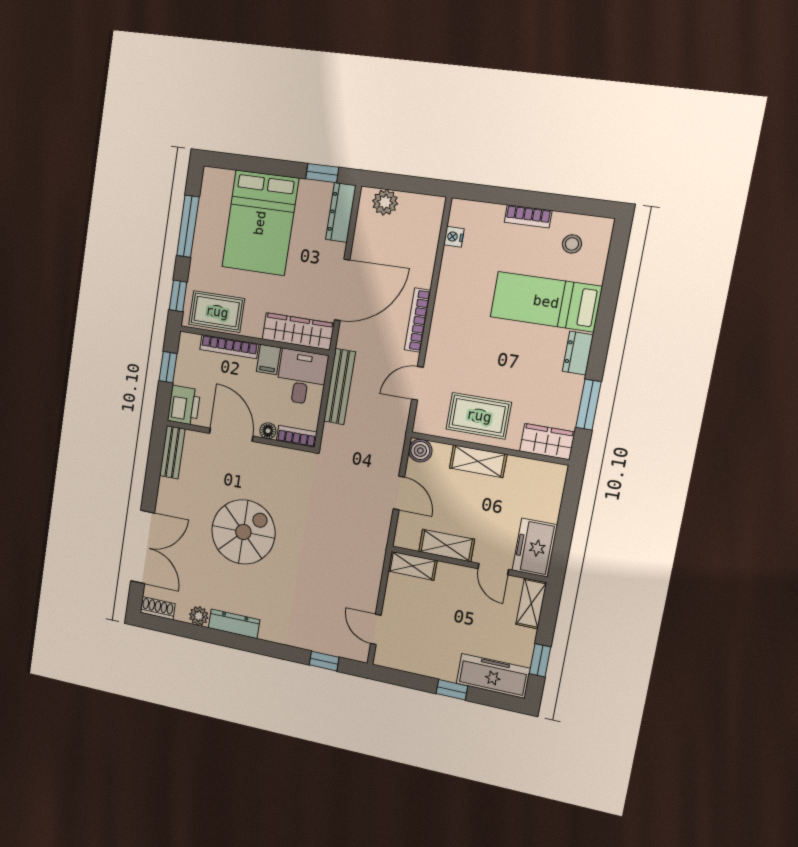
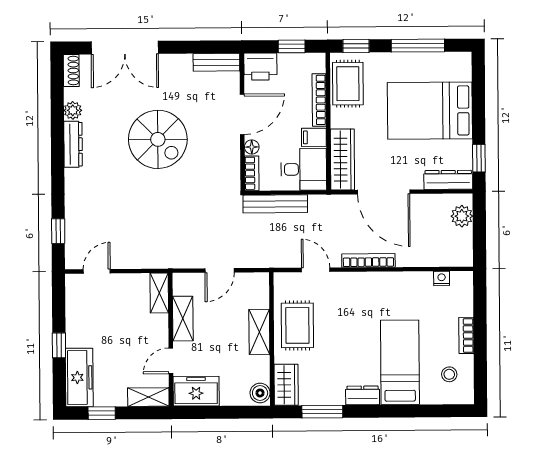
bench: (339, 387) -> (275, 204), moved
boiler: (420, 451) -> (260, 393), moved

